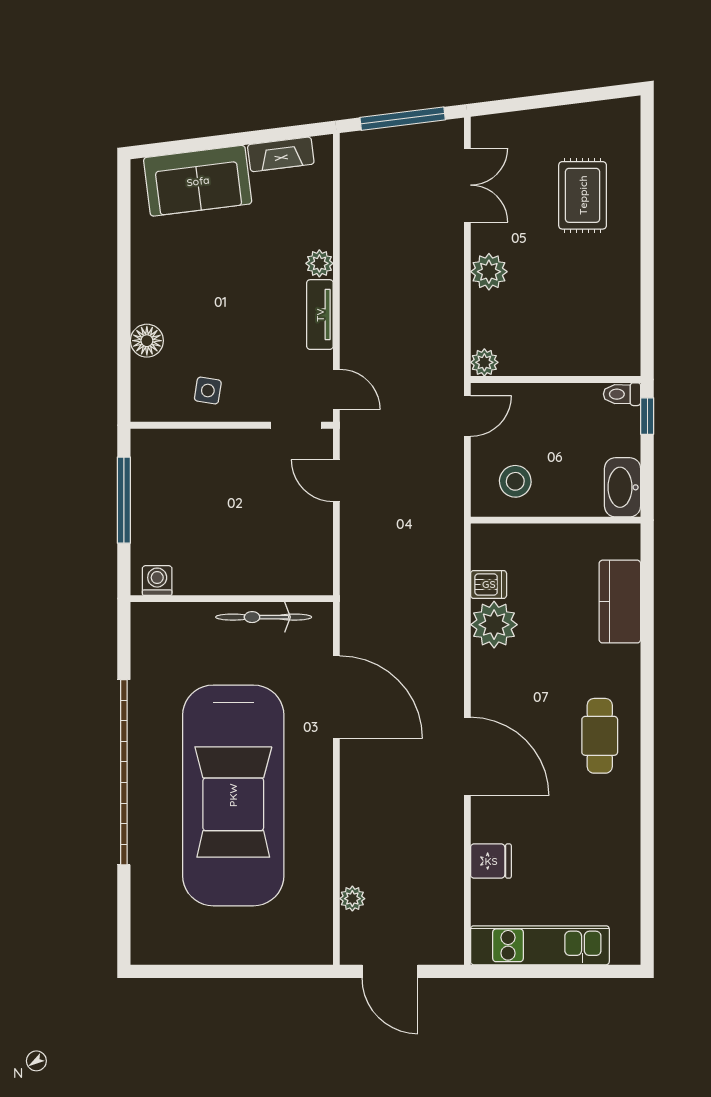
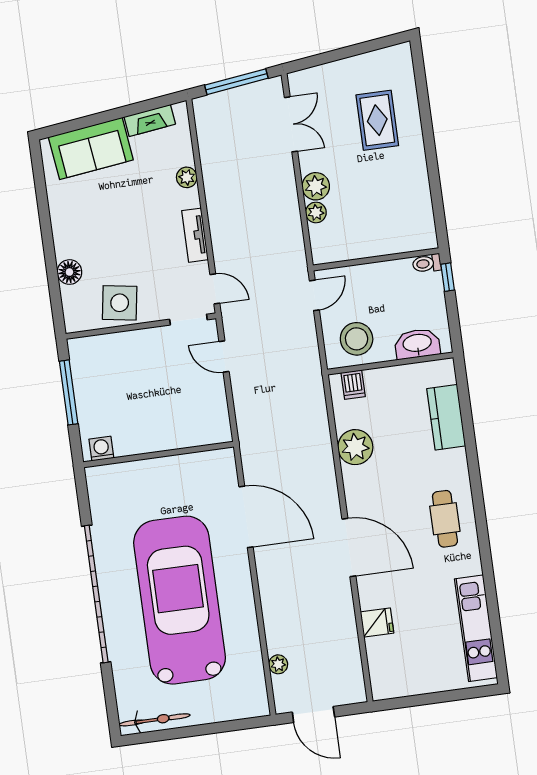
plant: (319, 263) -> (187, 177), moved
plant: (484, 362) -> (316, 212), moved
side table: (208, 391) -> (120, 303), width x1.87, depth x1.87
stool: (515, 481) -> (357, 339), width x1.38, depth x1.38
washbasin: (623, 487) -> (417, 344), moved, turned 90
dishwasher: (489, 584) -> (353, 385), moved, turned 90
bicycle: (264, 617) -> (155, 720), moved, turned 180
car: (233, 795) -> (180, 600), turned 180
kitchen unit: (540, 945) -> (476, 628), moved, turned -90

